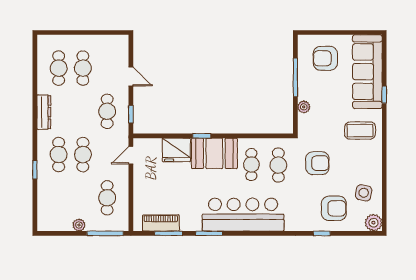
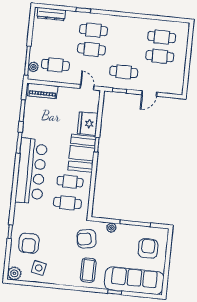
dresser: (44, 112) -> (51, 14), moved
armchair: (317, 163) -> (86, 239), moved, turned 81
piano: (161, 223) -> (43, 91), moved, turned 90
plant: (79, 225) -> (33, 67), moved

